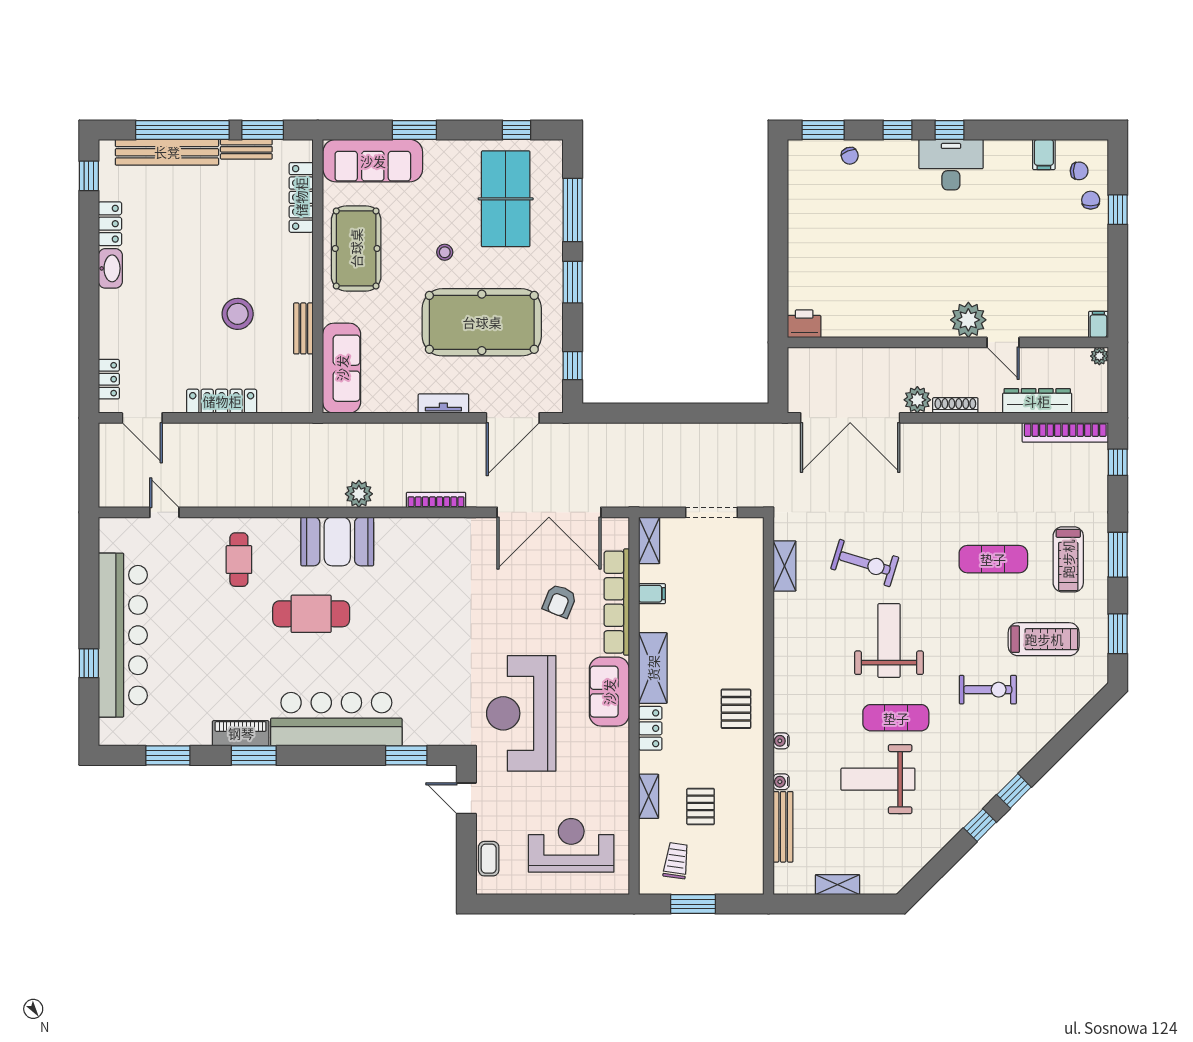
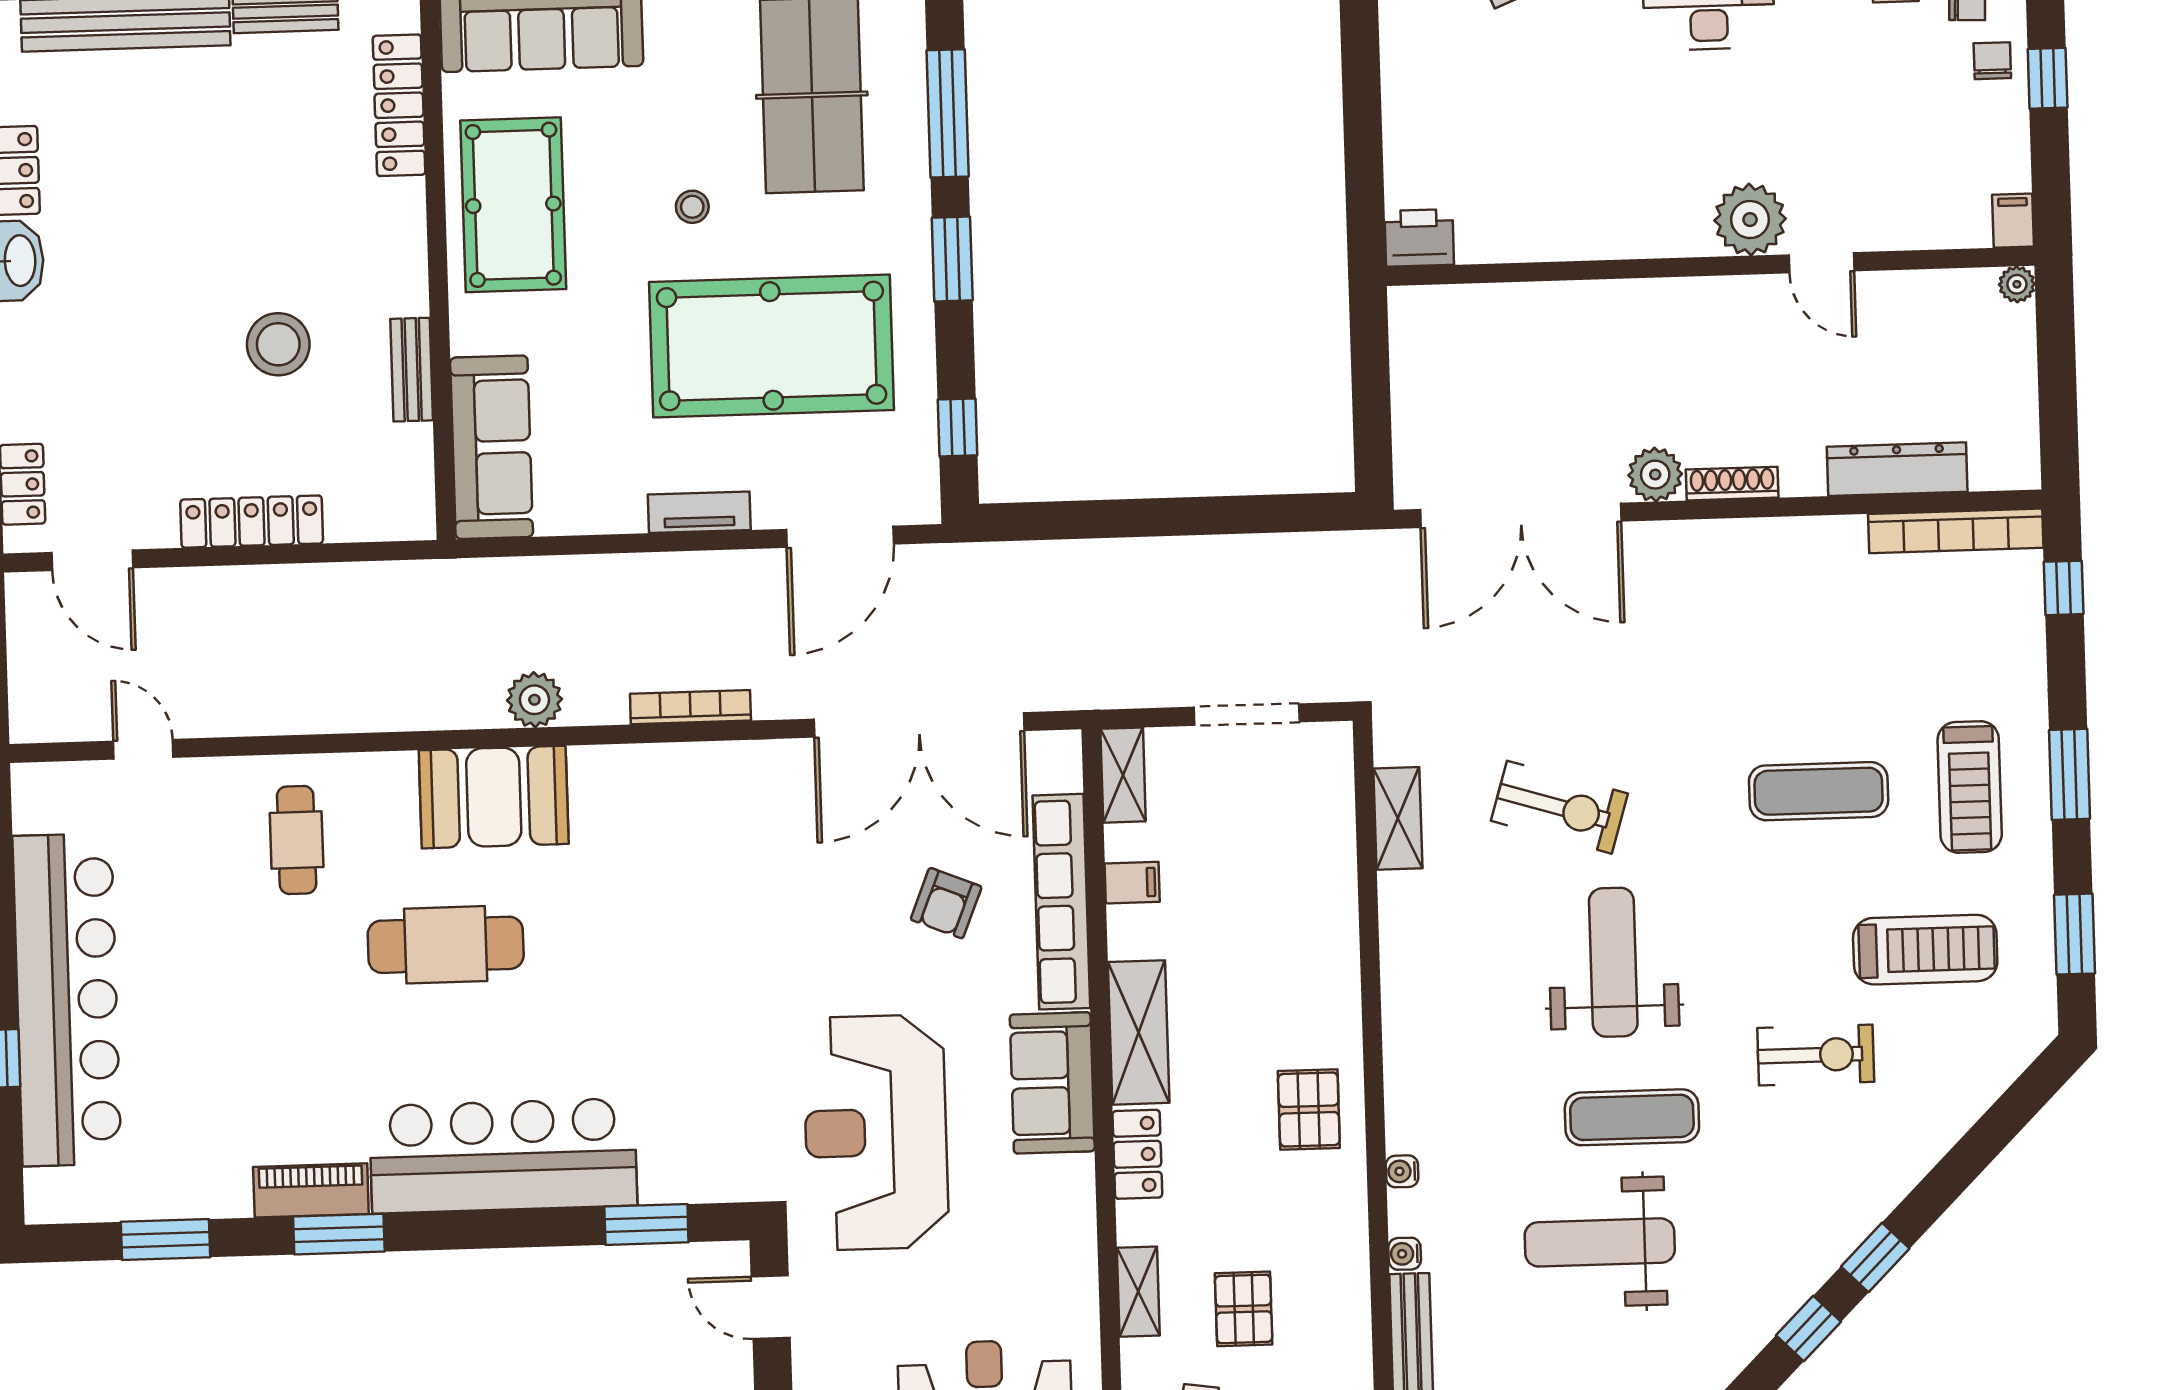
plant: (968, 320) -> (1750, 220), moved
printer: (804, 324) -> (1419, 238), moved
filing cabinet: (1098, 324) -> (2013, 221), moved
wall: (948, 342) -> (1710, 266), moved
door: (1003, 342) -> (1822, 263), moved
plant: (1099, 356) -> (2017, 284), moved

